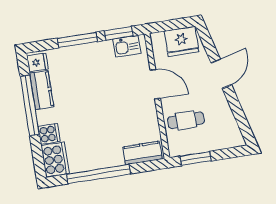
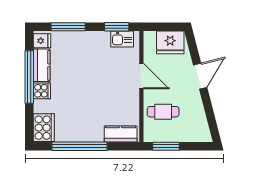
window: (77, 40) -> (68, 27), moved
cooker: (49, 134) -> (42, 91), moved

